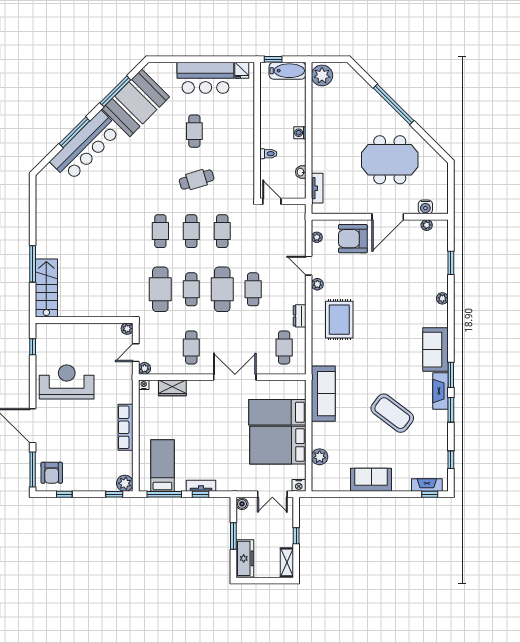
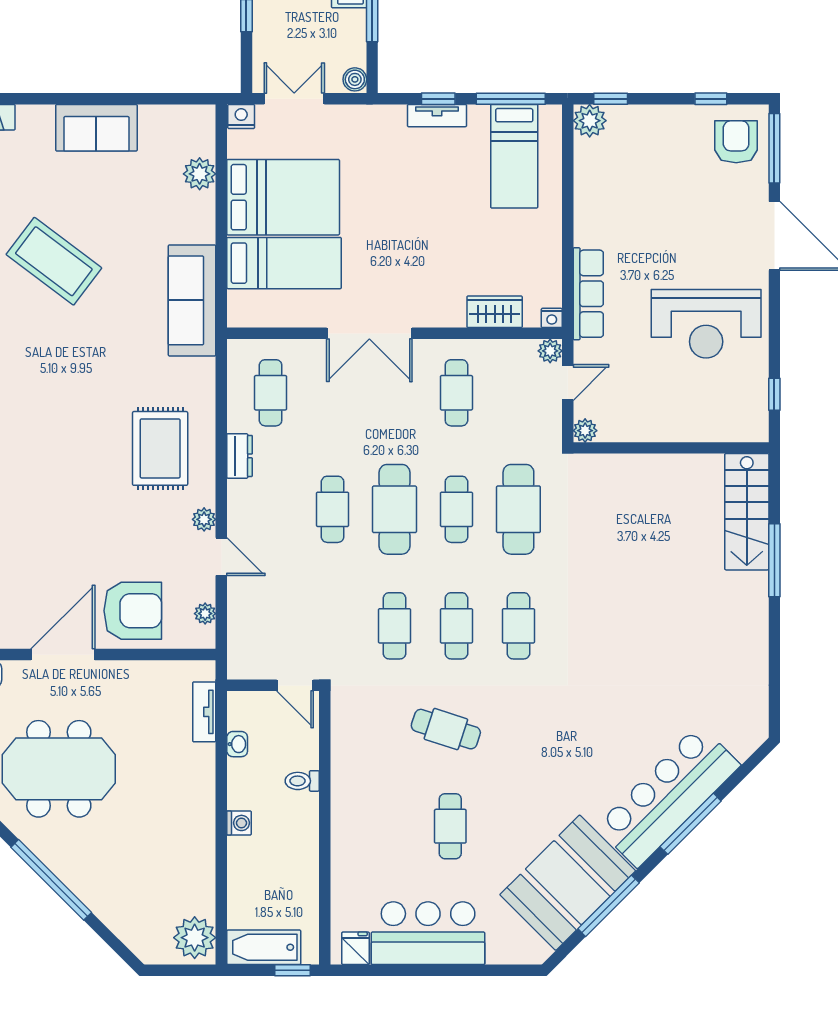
cafe table: (197, 180) -> (446, 729), turned 35
row of seats: (126, 427) -> (588, 294), moved

